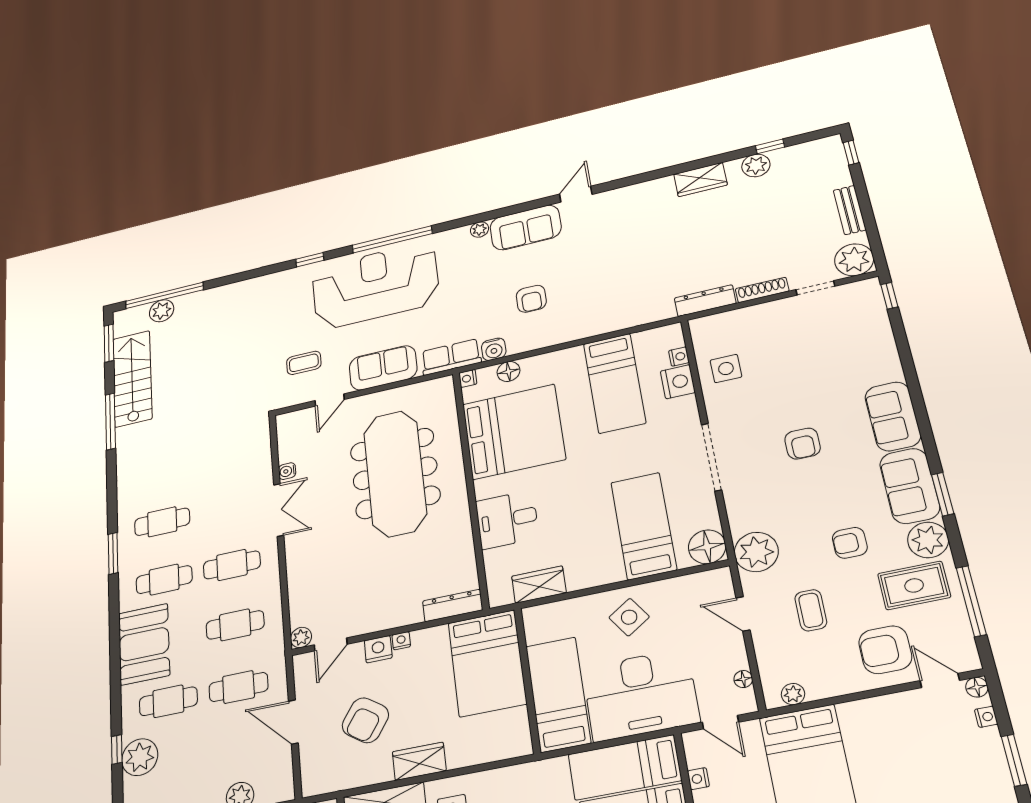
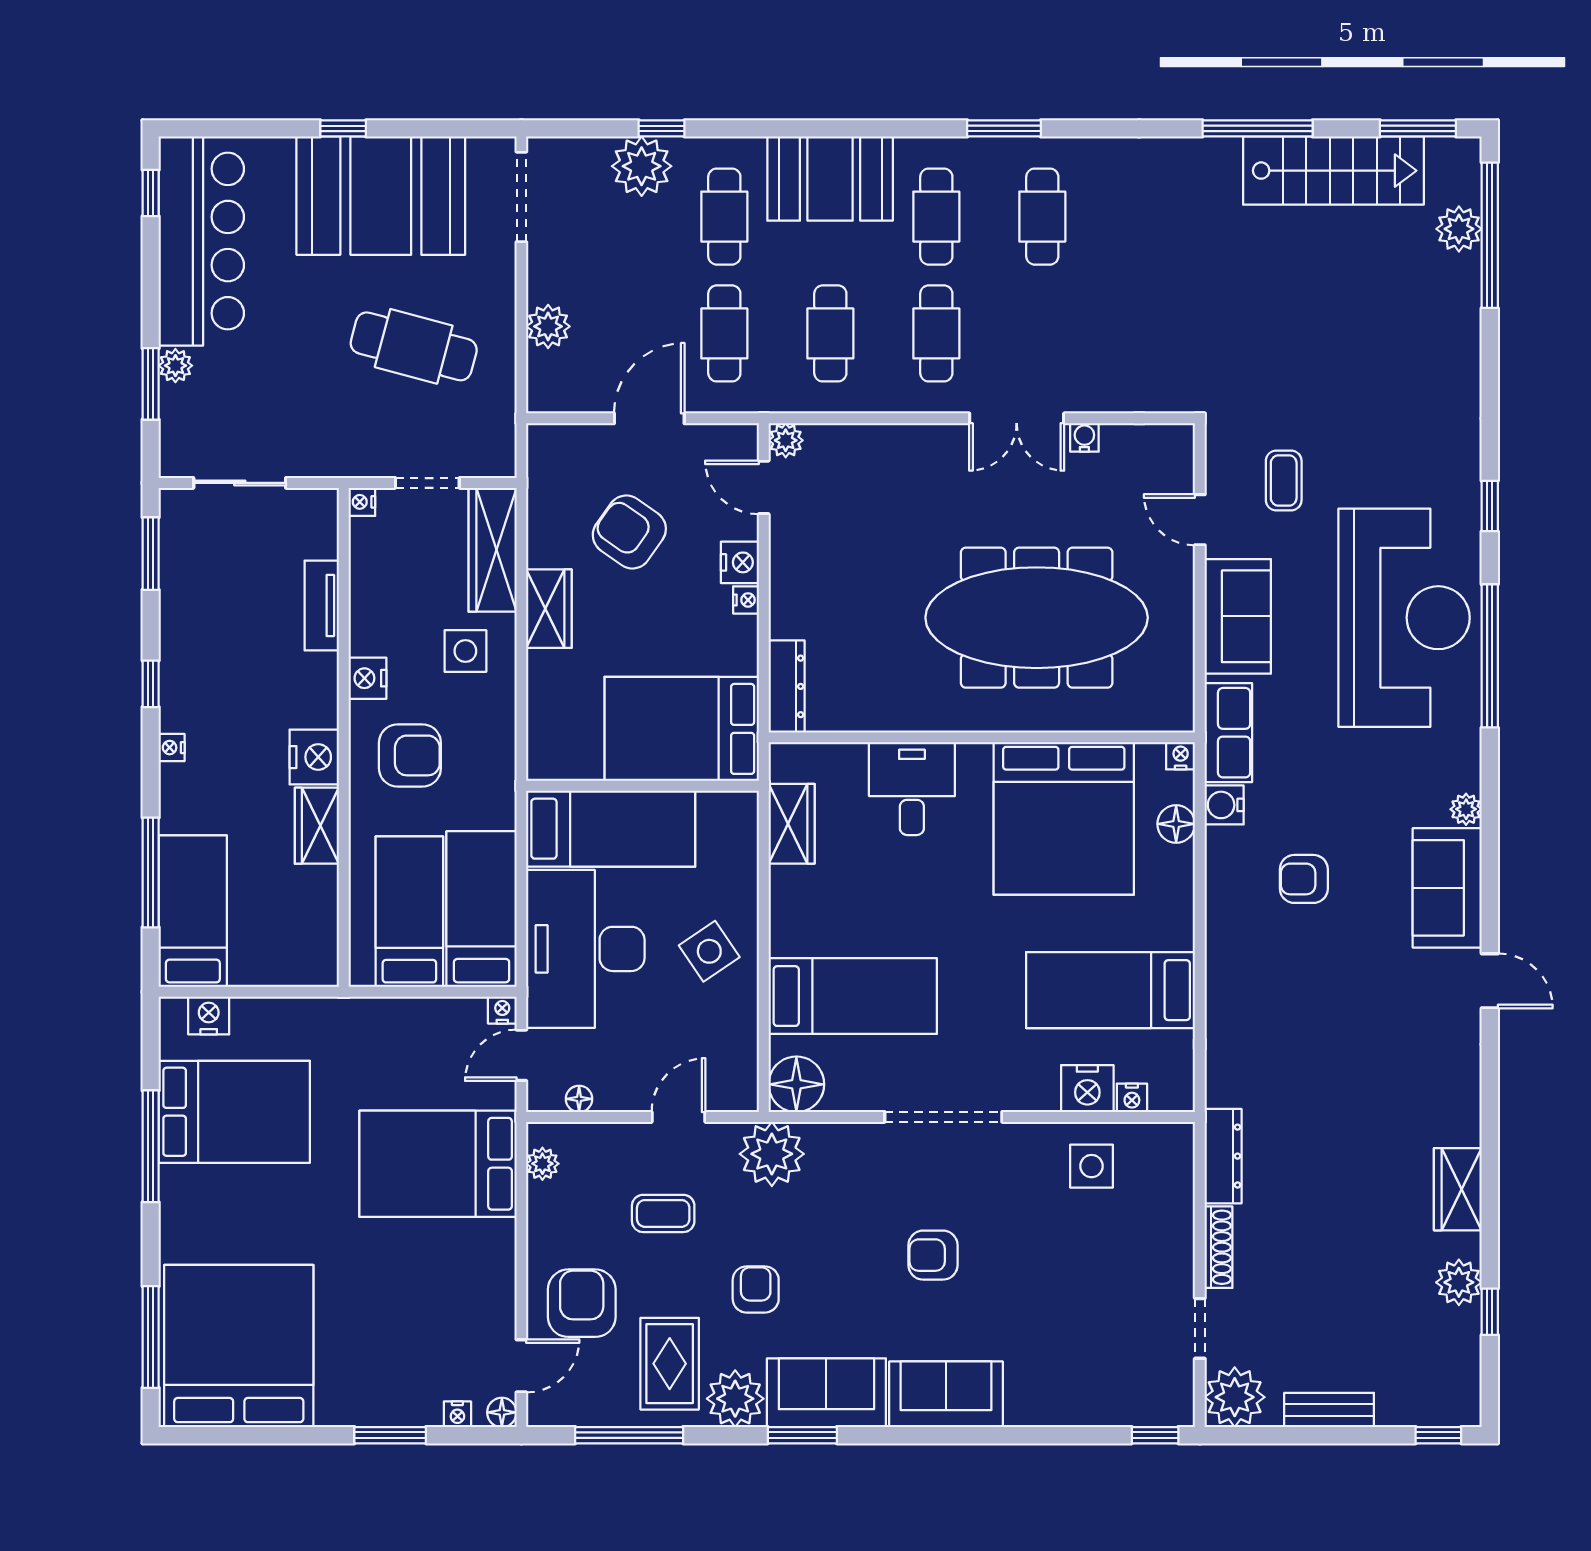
nightstand: (698, 779) -> (502, 1010), moved

